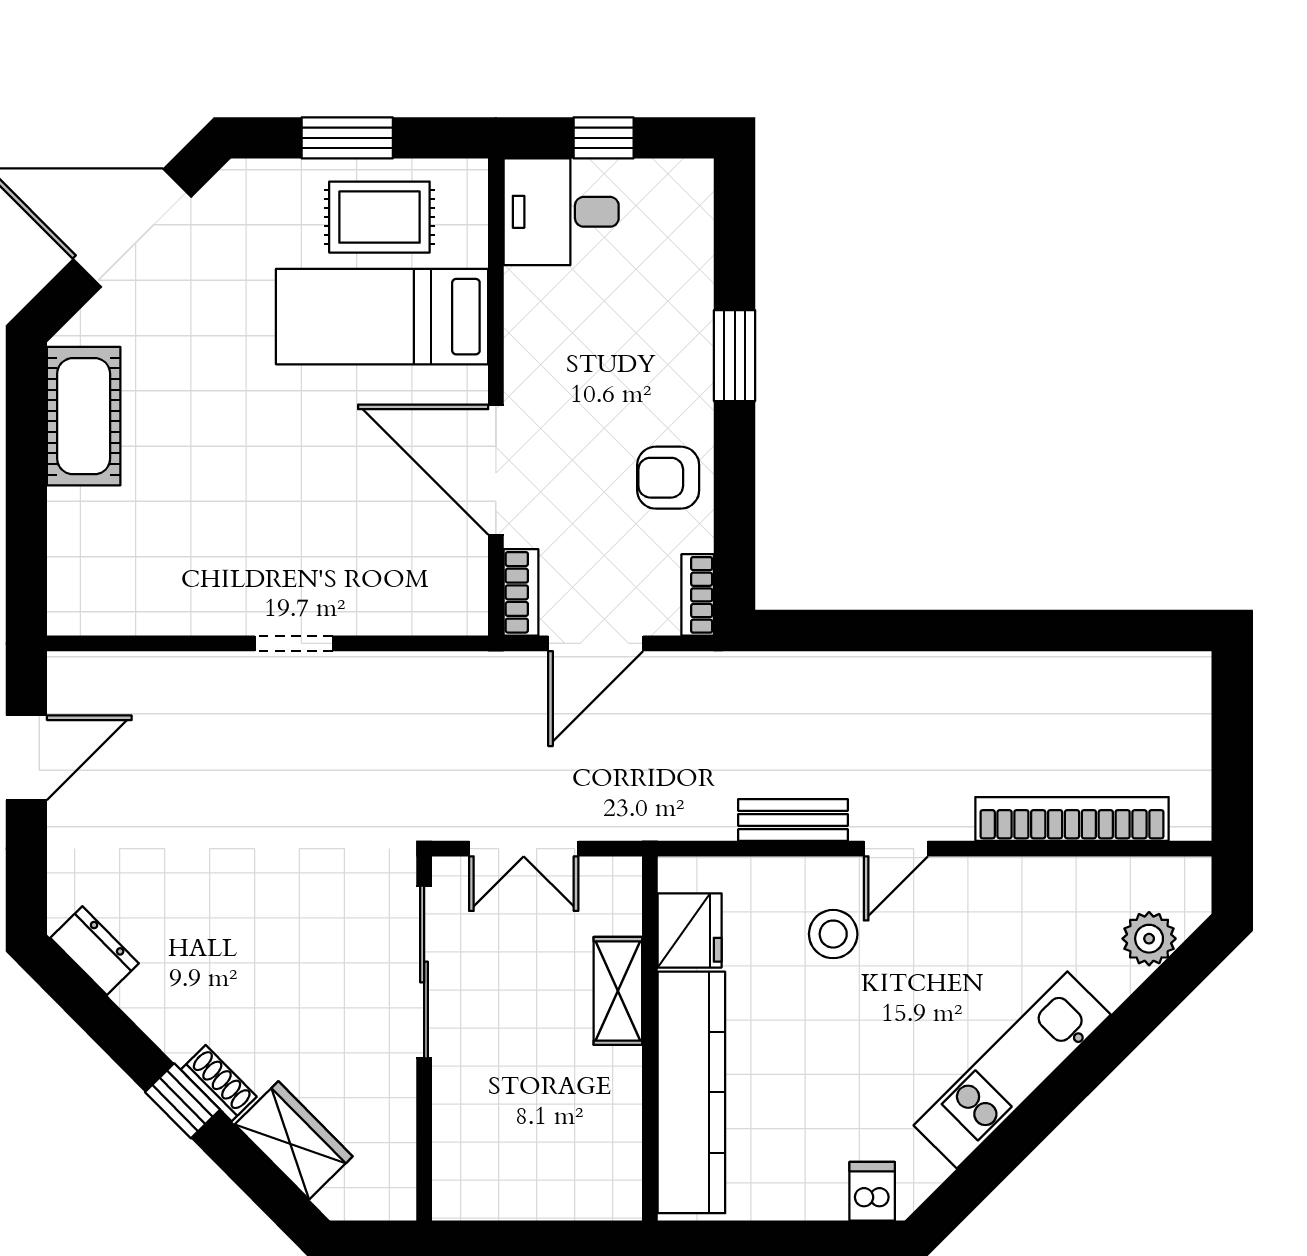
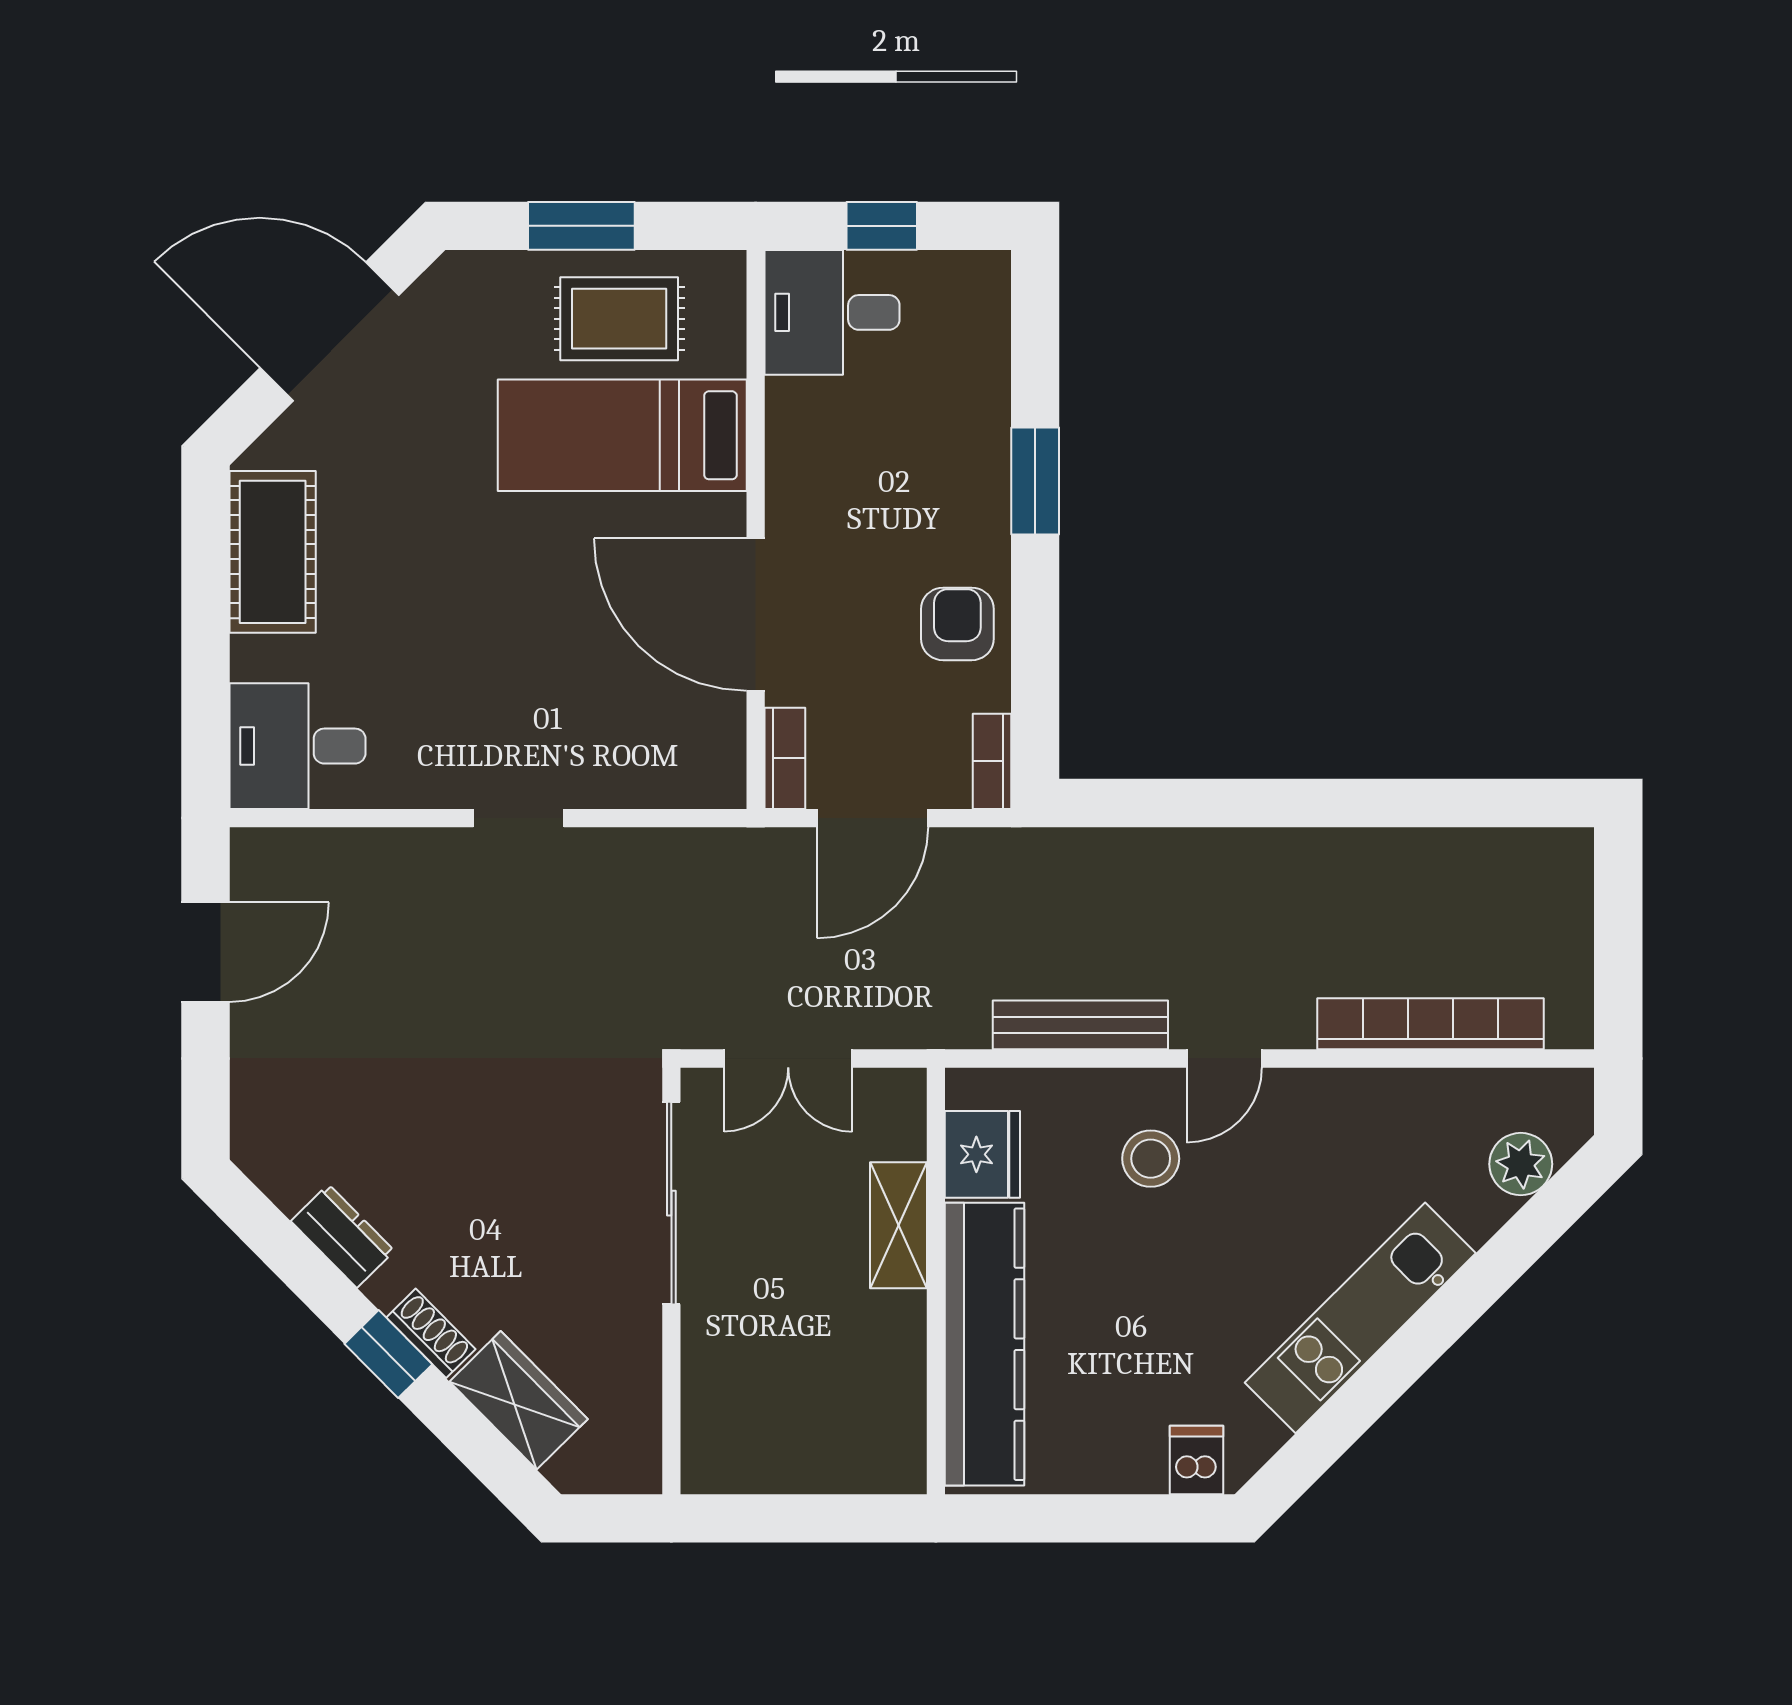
armchair: (668, 478) -> (957, 624), turned 90
desk: (105, 582) -> (297, 746), added
bench: (793, 820) -> (1080, 1025), width x1.36
dresser: (95, 951) -> (343, 1236), moved

